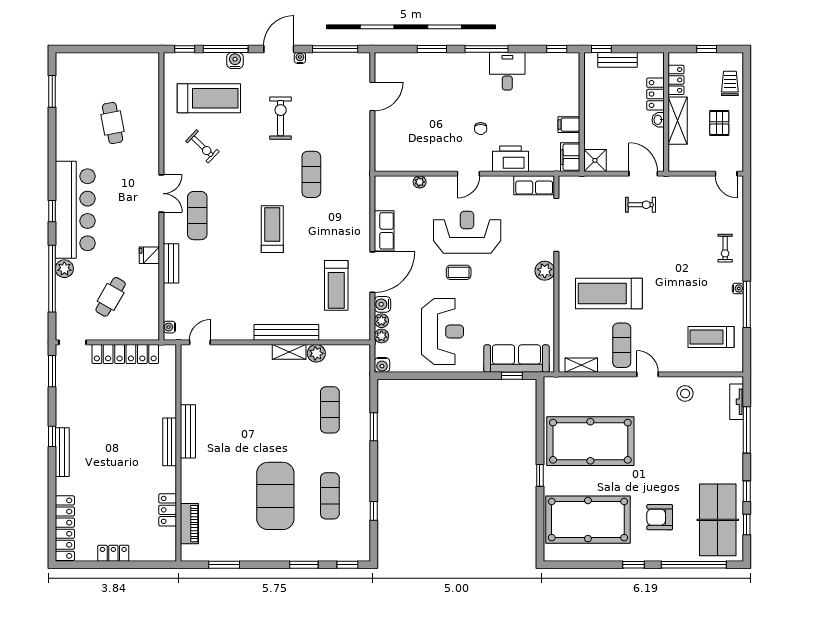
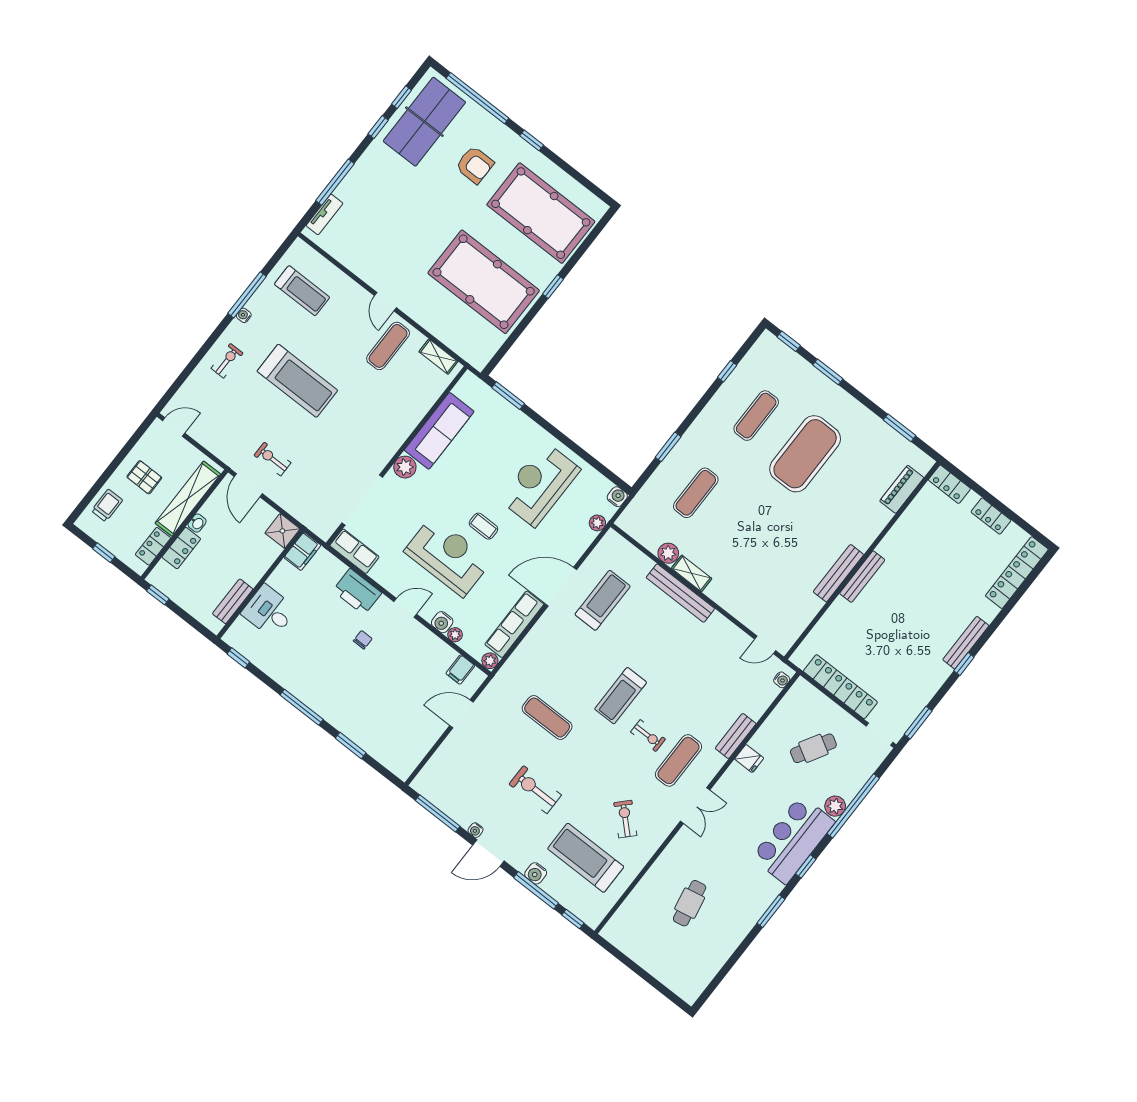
window: (601, 49) -> (158, 595), moved
bench: (618, 60) -> (233, 601), moved, turned 90
desk: (507, 71) -> (269, 611), moved, turned 90
trolley: (730, 83) -> (107, 505), turned 180
window: (52, 91) -> (771, 911), moved
door: (372, 96) -> (461, 714), moved
exercise bike: (281, 118) -> (535, 790), turned 90
shelving: (678, 121) -> (188, 499), width x1.47
pallet: (719, 123) -> (144, 477), turned 90
filing cabinet: (569, 125) -> (460, 669), moved, turned 90
exercise mat: (311, 174) -> (547, 717), turned 90
door: (726, 174) -> (174, 427), hinge flipped
double door: (161, 194) -> (695, 805), swing flipped
bar counter: (75, 210) -> (793, 840), width x0.73
exercise bike: (232, 216) -> (648, 736), added
row of seats: (384, 231) -> (514, 624), width x1.48
reception desk: (467, 232) -> (448, 556), turned 180
treadmill: (609, 294) -> (297, 381), moved
water cooler: (383, 304) -> (442, 622), moved, turned 90
plant: (381, 321) -> (490, 661), moved
sofa: (517, 359) -> (439, 431), moved, turned -90
window: (512, 376) -> (508, 396), width x1.50
stool: (685, 393) -> (365, 258), removed
locker: (168, 510) -> (949, 484), moved, turned 90

